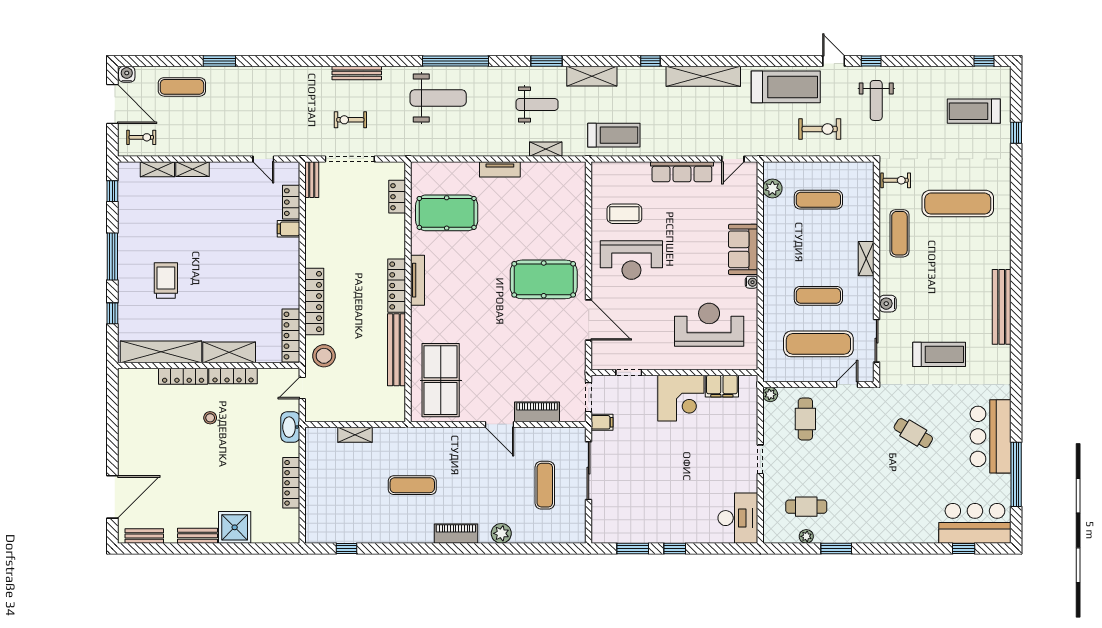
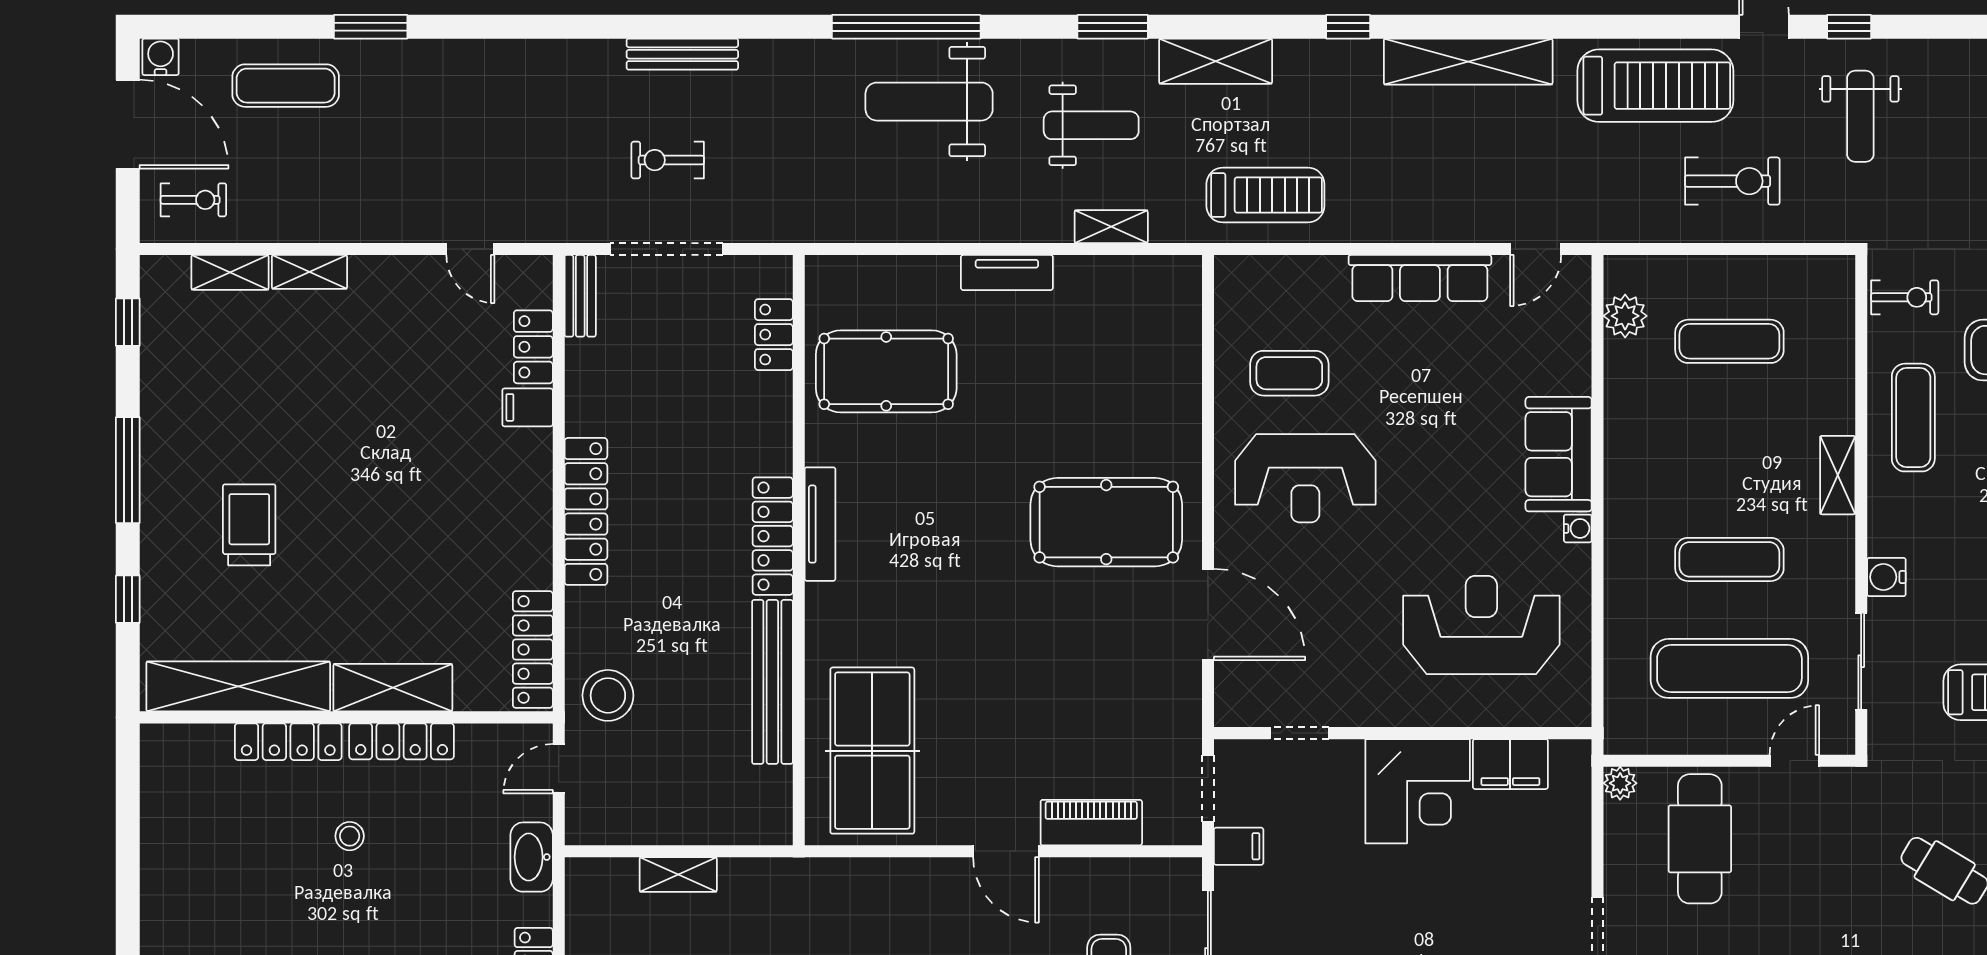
weight bench: (438, 98) -> (929, 102), moved, turned 180
locker: (314, 302) -> (586, 511), moved
cafe table: (805, 419) -> (1700, 839), width x1.37, depth x1.35

